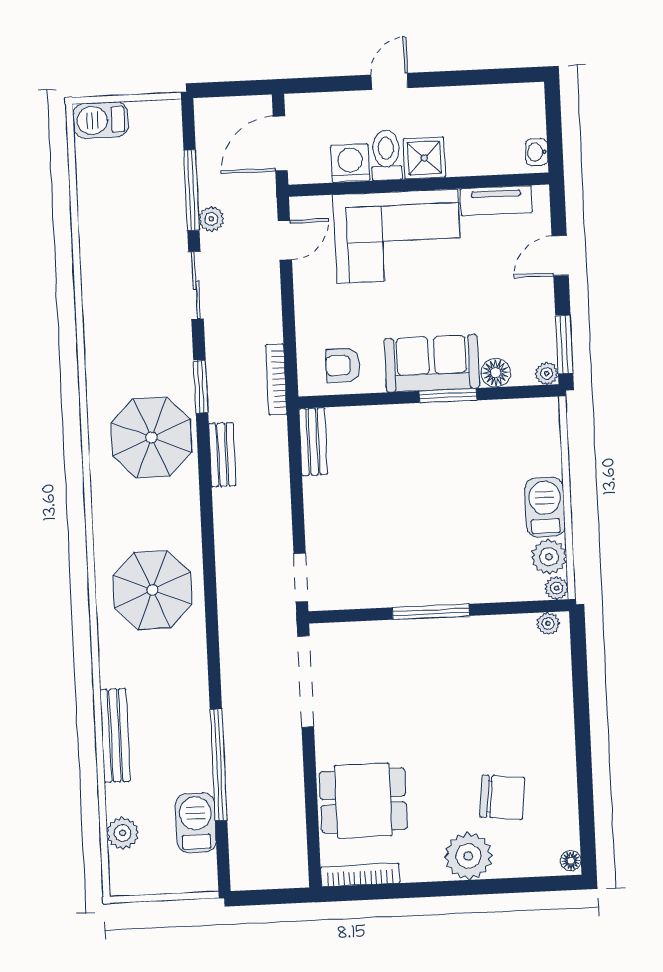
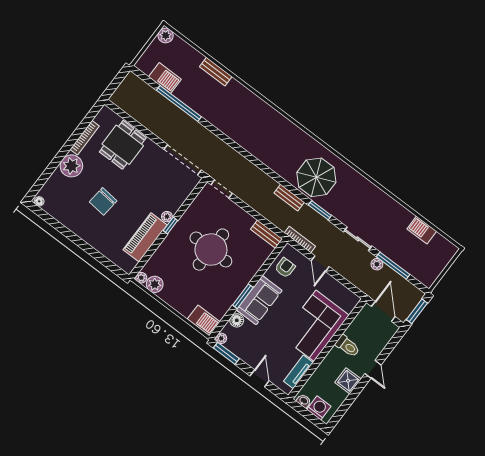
window: (234, 89) -> (417, 311), added
barbecue: (101, 120) -> (422, 230), moved, turned -90
shower: (424, 158) -> (348, 381), moved
washing machine: (350, 163) -> (319, 408), moved, turned -90
door: (285, 240) -> (320, 264), moved
barbecue: (545, 507) -> (204, 320), moved
round table: (415, 512) -> (211, 250), added
parasol: (153, 590) -> (261, 132), removed
window: (431, 612) -> (170, 226), width x0.46
plant: (548, 624) -> (167, 217), moved
piano: (485, 637) -> (145, 237), added
bench: (115, 735) -> (216, 72), width x0.73
chair: (502, 797) -> (103, 201), moved
plant: (123, 833) -> (166, 35), moved
bookcase: (360, 875) -> (85, 138), moved

